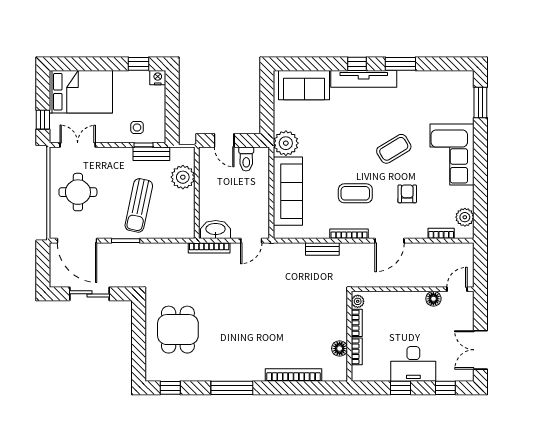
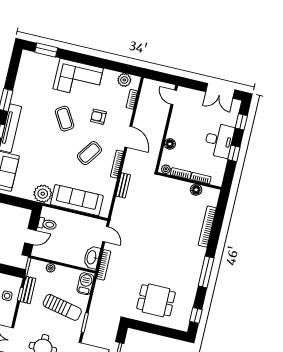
plant: (183, 177) -> (51, 268), width x0.53, depth x0.53
coffee table: (355, 193) -> (89, 153), turned 35
barbecue: (178, 229) -> (85, 284), added
floor lamp: (433, 299) -> (170, 144), moved

